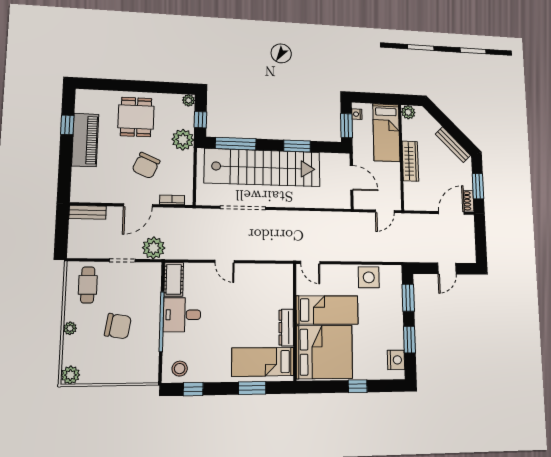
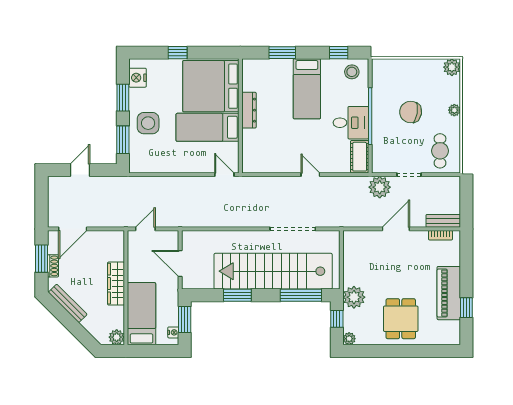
chair: (146, 166) -> (389, 269), removed
bookcase: (172, 200) -> (440, 235), moved
shoe rack: (468, 201) -> (53, 266), moved
side table: (369, 277) -> (148, 123), moved
bed: (263, 362) -> (307, 89), moved, turned 90

